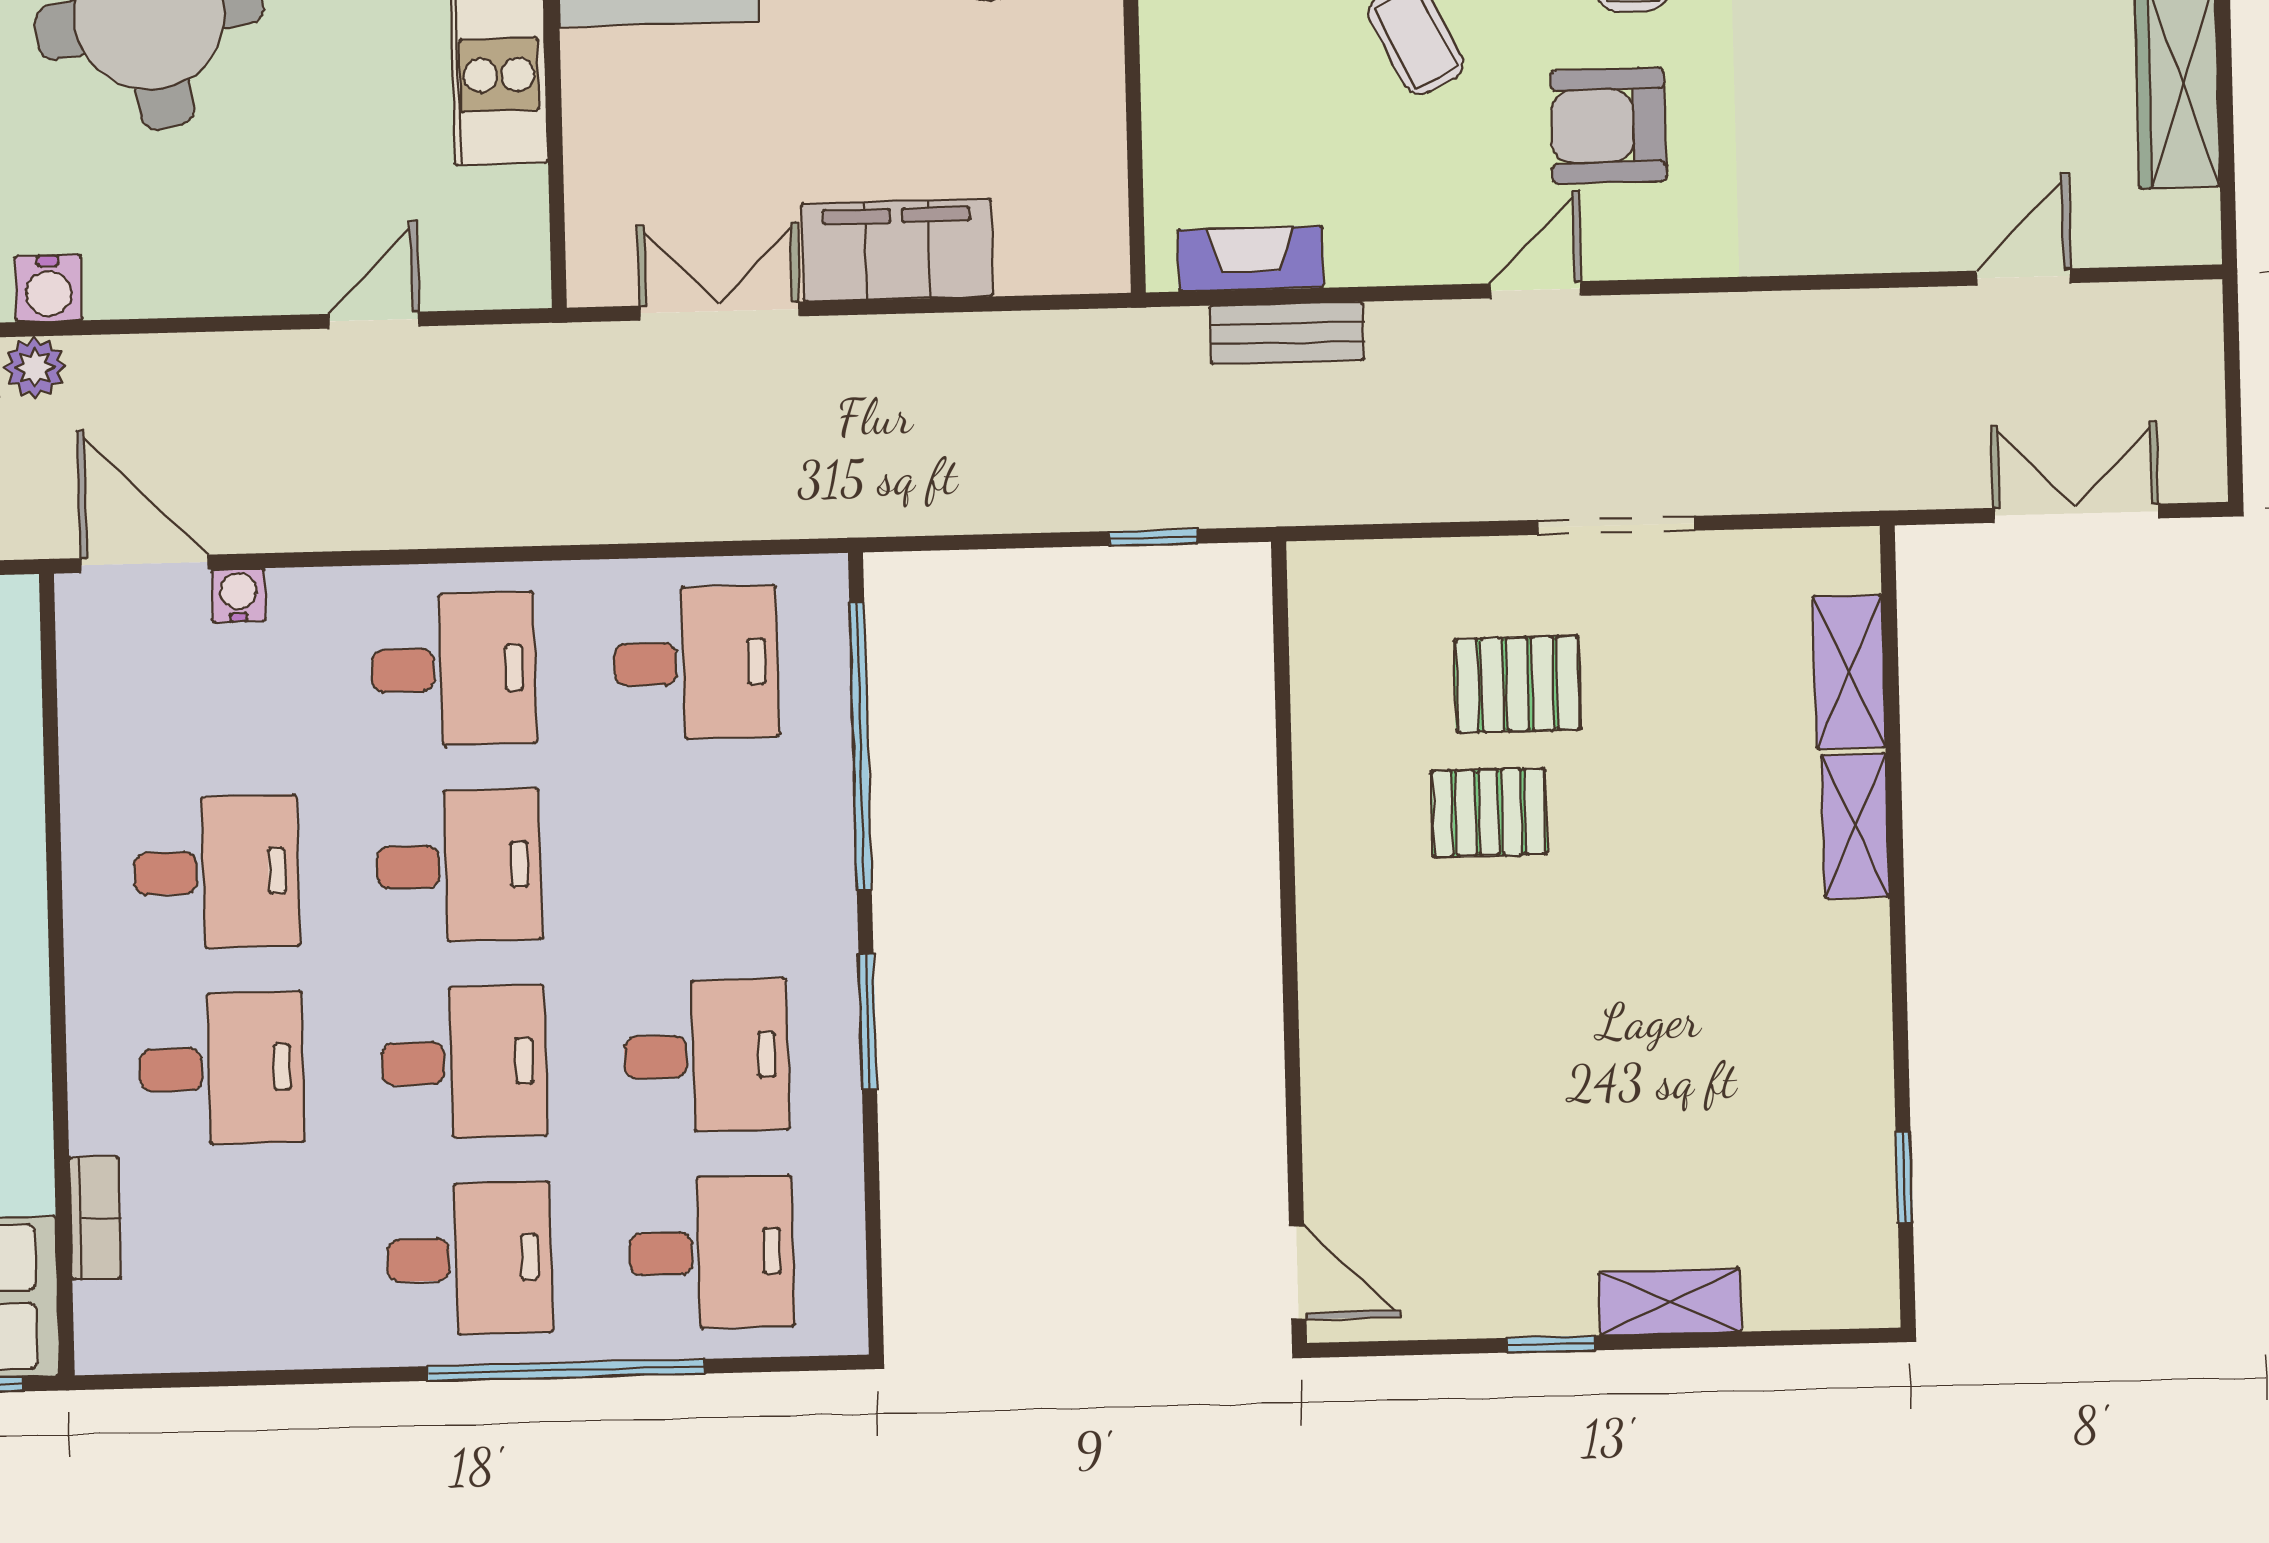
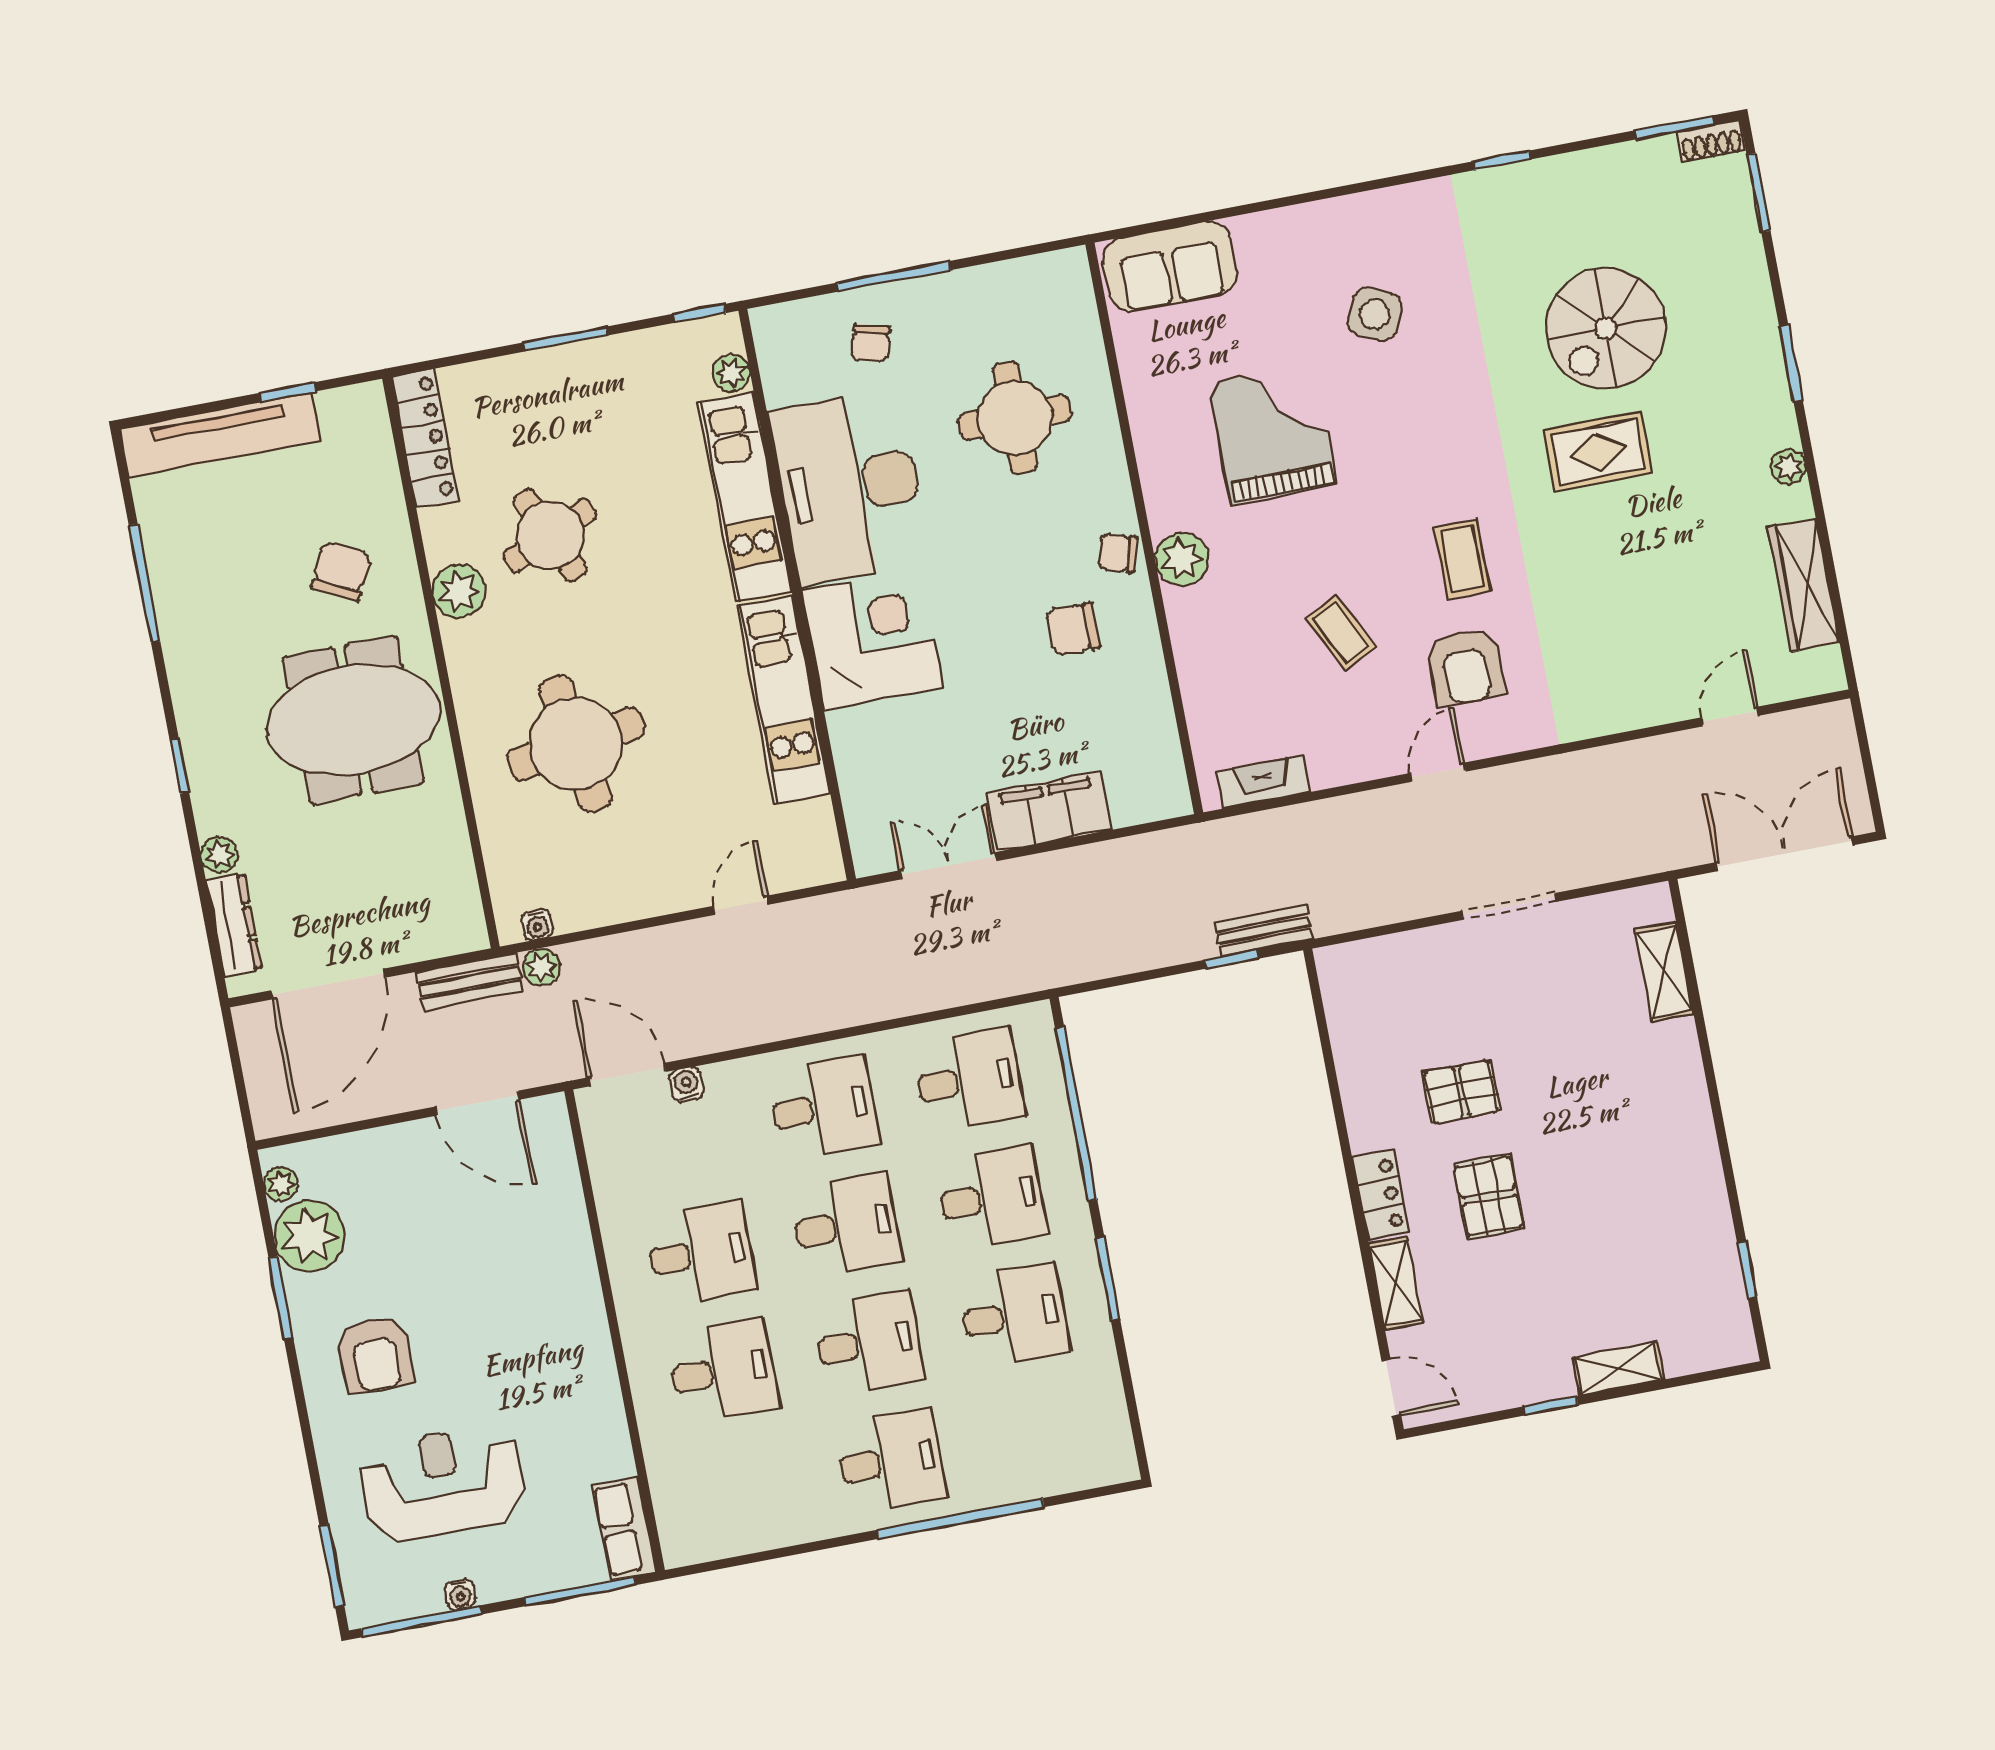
armchair: (1608, 126) -> (1465, 667), turned -90
water cooler: (48, 288) -> (537, 925), width x0.72, depth x0.72
bench: (1287, 333) -> (1264, 930), moved
double door: (2076, 513) -> (1785, 854), width x1.37
pallet: (1518, 684) -> (1489, 1196), moved, turned 90
shelving: (1855, 826) -> (1396, 1283), moved
locker: (1331, 958) -> (1381, 1195), added
bookcase: (95, 1218) -> (662, 1474), removed
desk: (711, 1252) -> (991, 1198), moved

